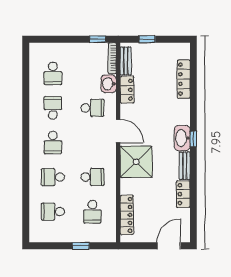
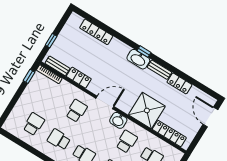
school desk: (53, 73) -> (34, 124), turned -90
washbasin: (109, 84) -> (118, 120), moved
shower: (136, 162) -> (147, 110), moved

